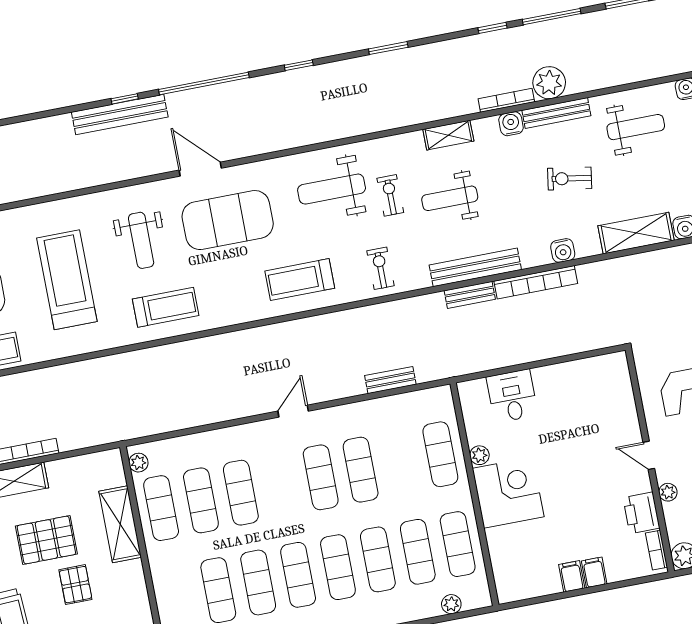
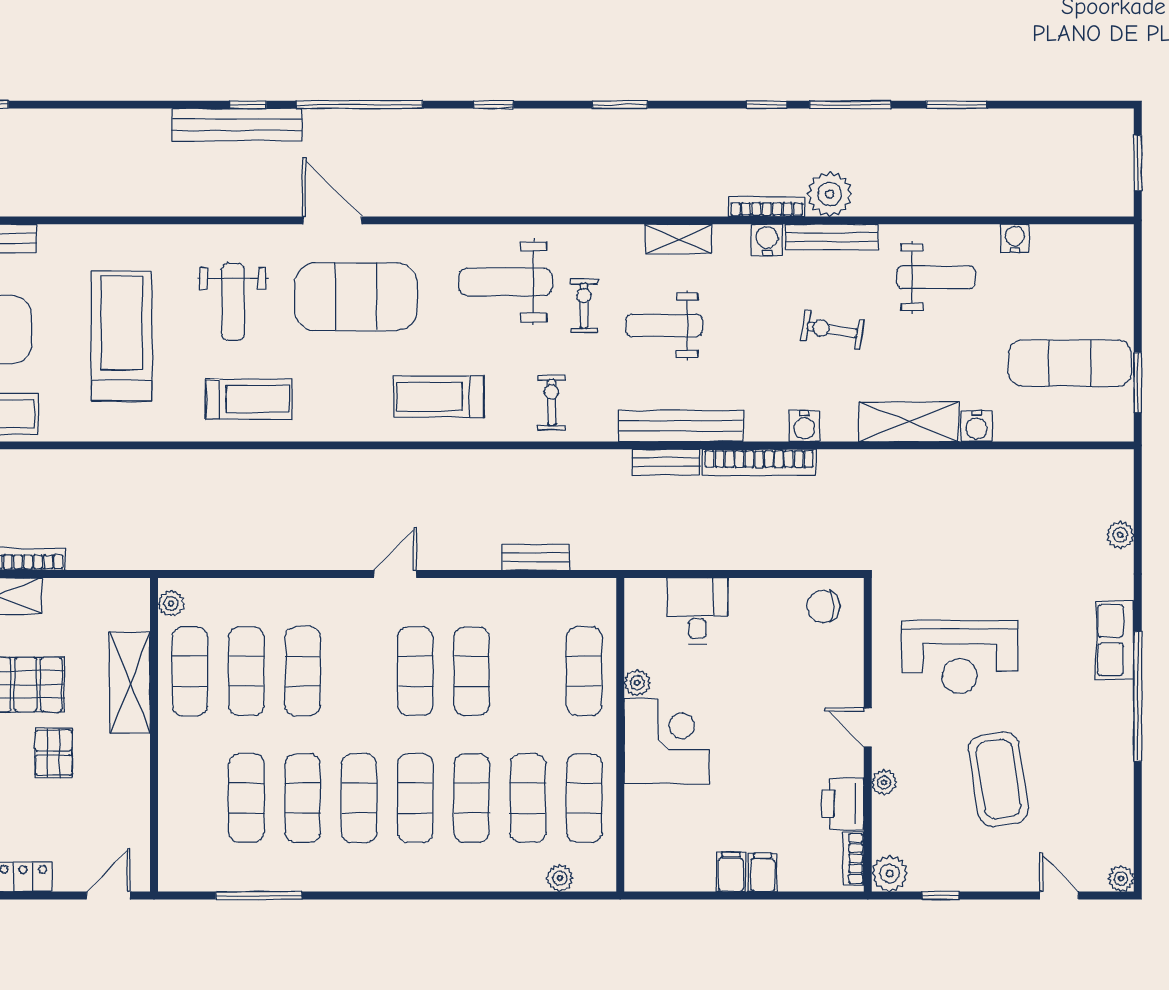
chair: (601, 376) -> (823, 606), added

